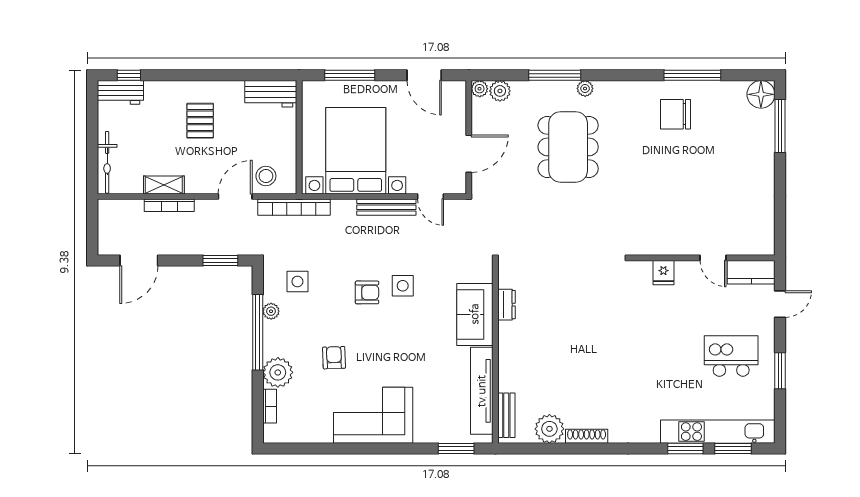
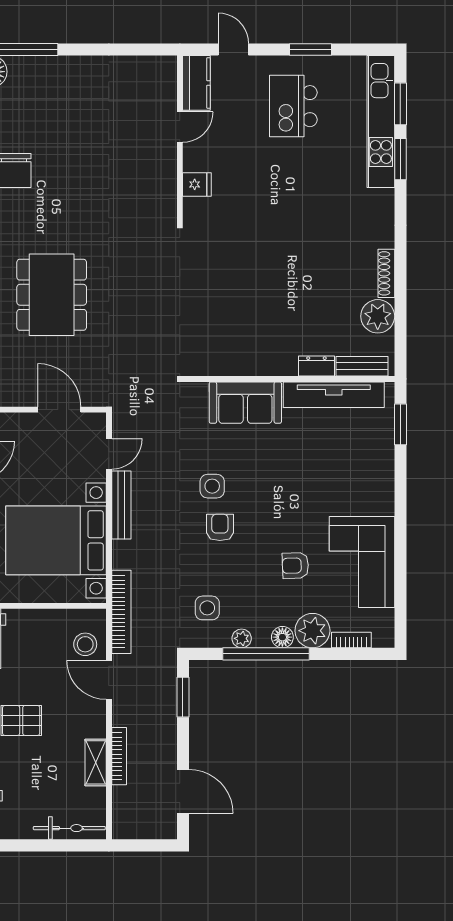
dining table: (568, 147) -> (52, 295), turned 90
dresser: (507, 305) -> (316, 366), moved
floor lamp: (272, 346) -> (282, 637), added
corner sofa: (373, 415) -> (362, 562), moved

